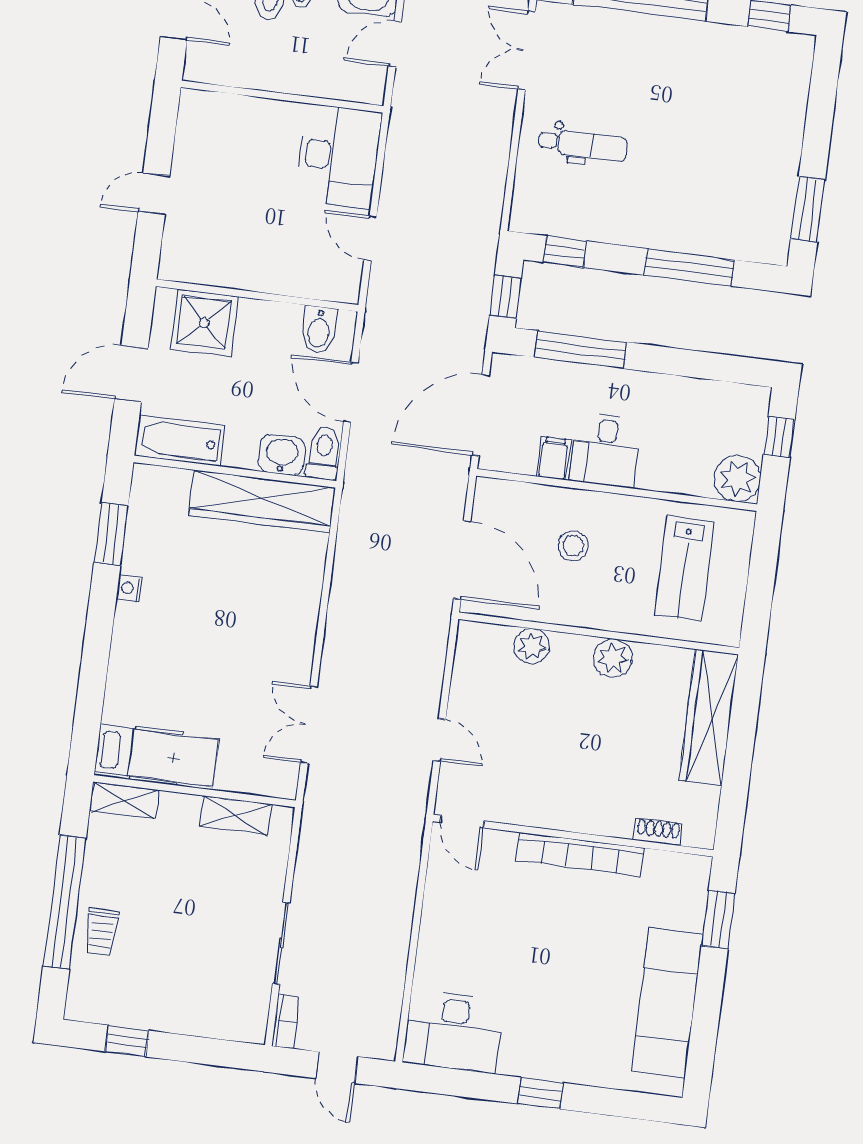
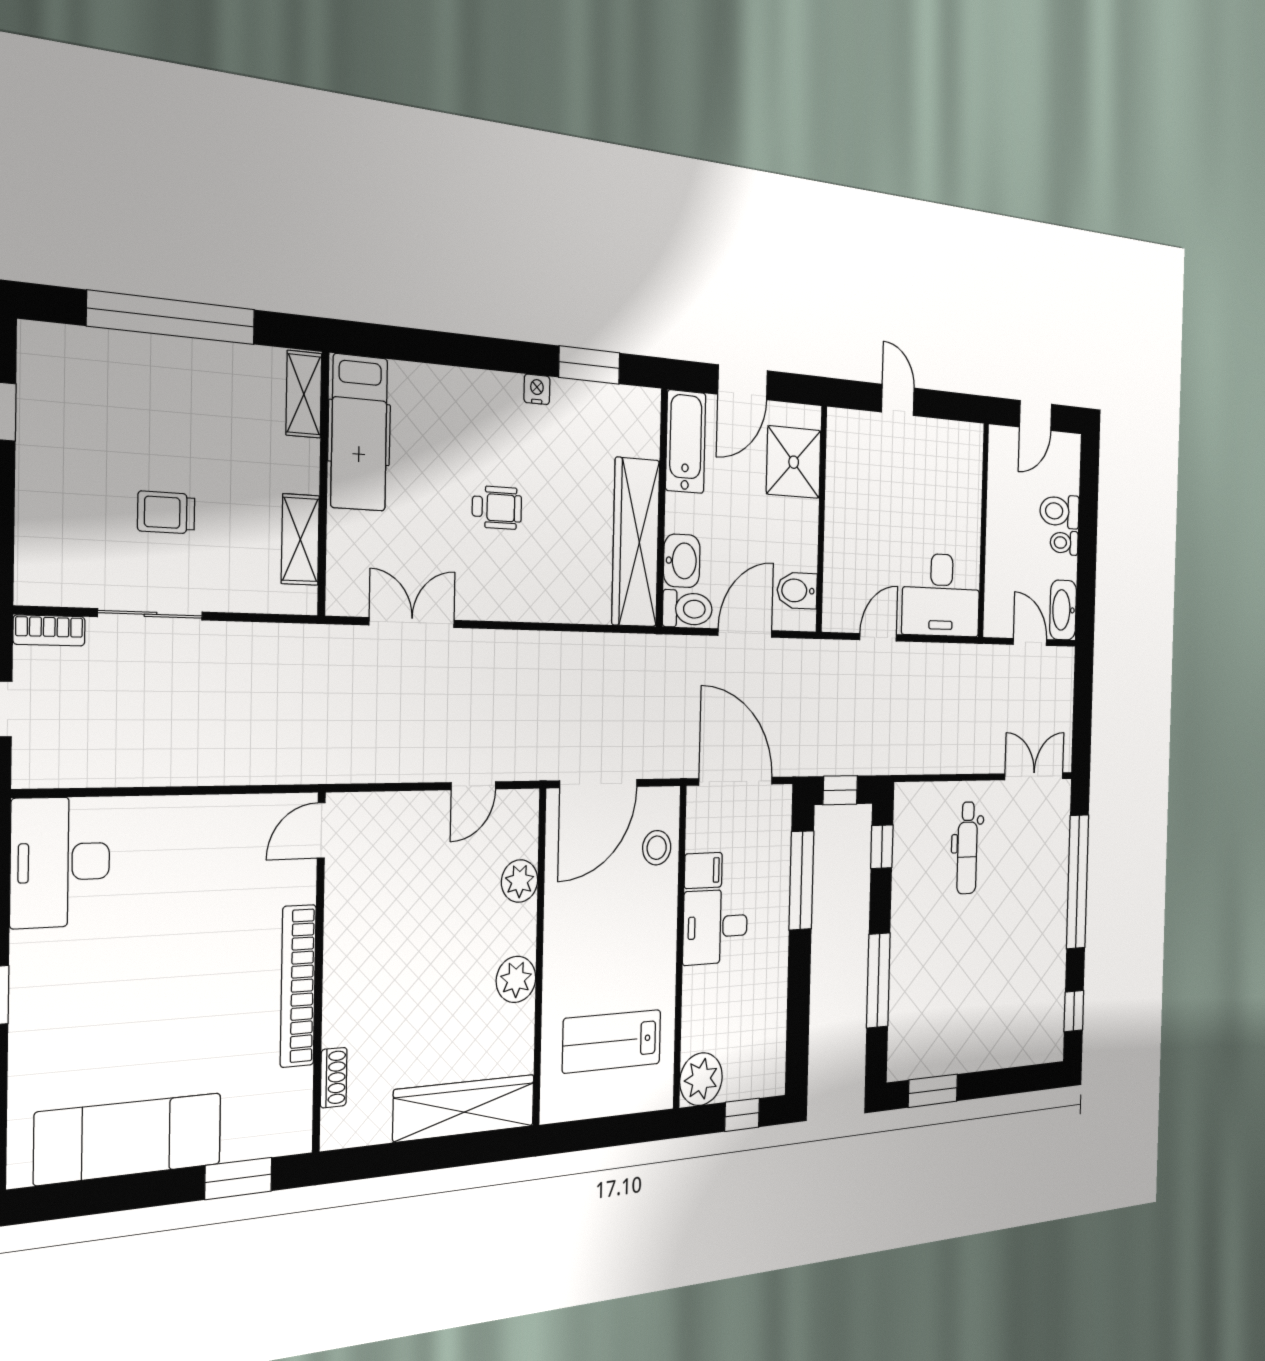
door: (131, 374) -> (743, 382), swing flipped
stool: (573, 546) -> (657, 848), moved
wheelchair: (223, 636) -> (497, 508), added
door: (439, 740) -> (474, 786), moved
trolley: (102, 932) -> (166, 512), moved

